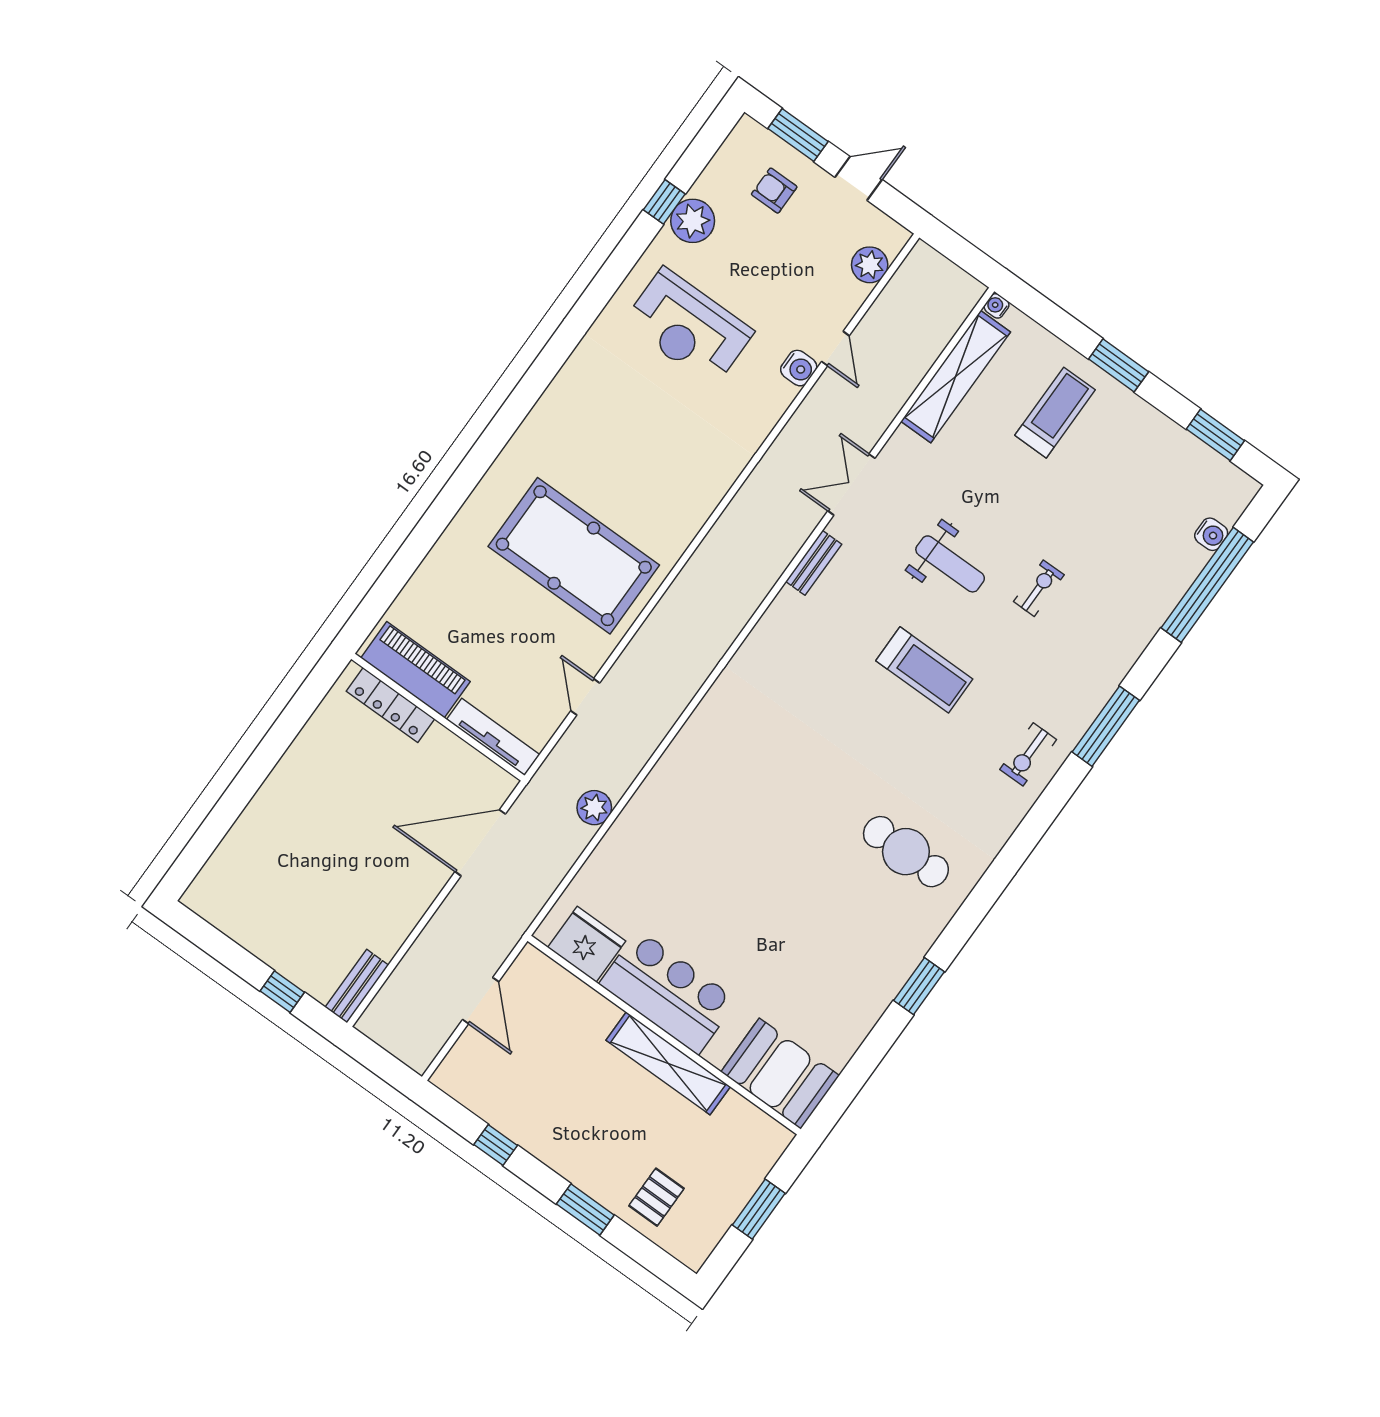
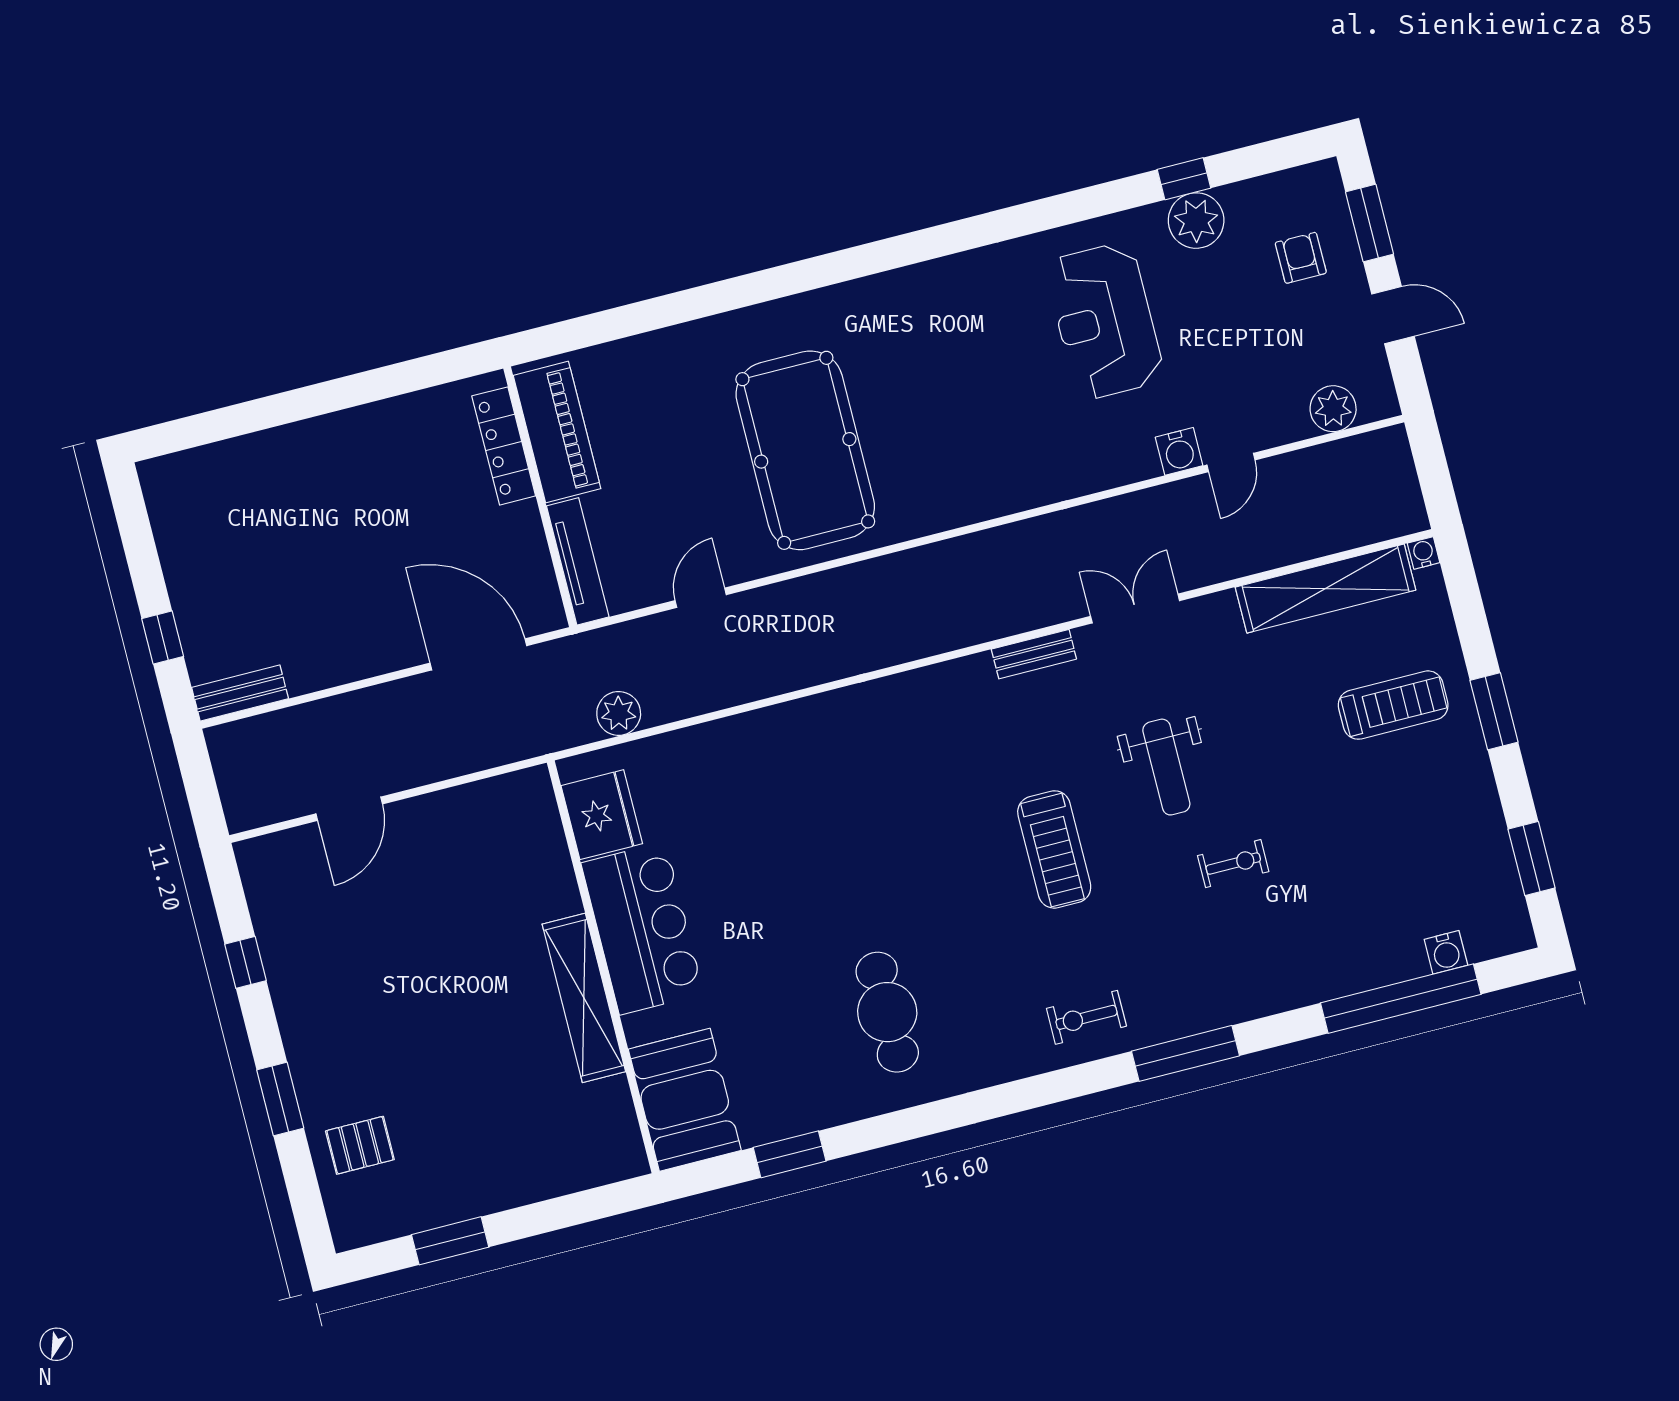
fridge: (587, 944) -> (602, 815), moved
bar counter: (668, 992) -> (642, 928), moved
wall: (664, 1035) -> (603, 967), moved
shelving: (668, 1063) -> (584, 998), moved
booth: (780, 1074) -> (685, 1100), moved

